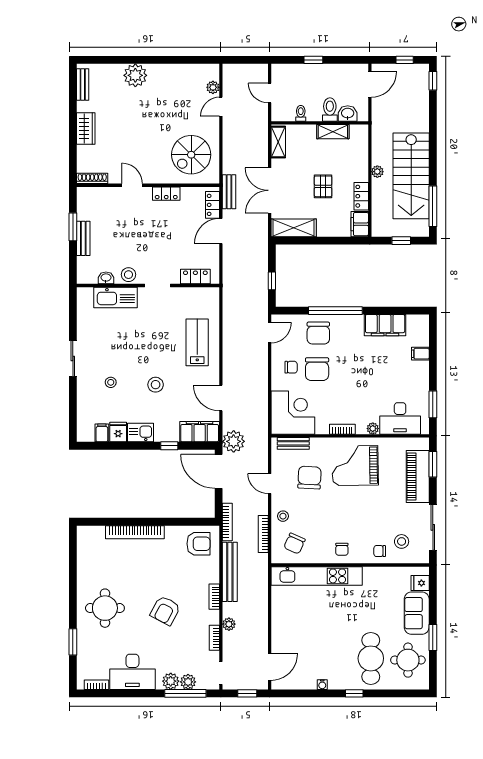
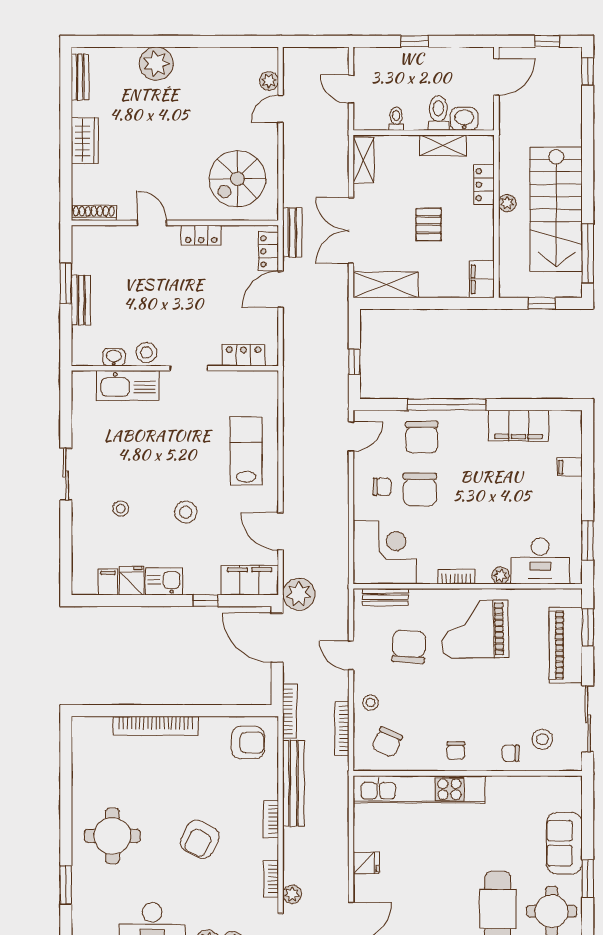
locker: (361, 196) -> (484, 185), moved
fridge: (420, 583) -> (366, 863), moved, turned 180
plant: (229, 624) -> (292, 894), moved

